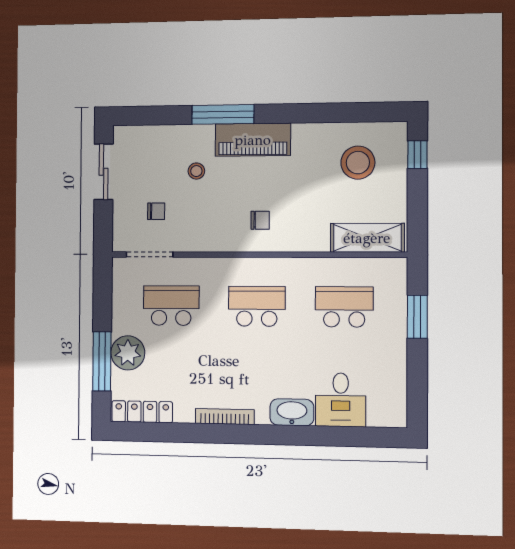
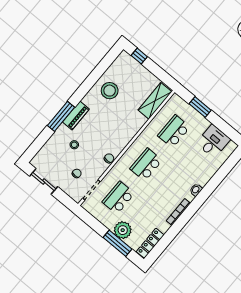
piano: (253, 140) -> (76, 116), width x0.73, depth x0.75
stool: (358, 163) -> (110, 91), moved
chair: (260, 220) -> (109, 158), moved
desk: (341, 400) -> (213, 141), moved, turned -90
washbasin: (292, 412) -> (196, 190), width x0.52, depth x0.69

